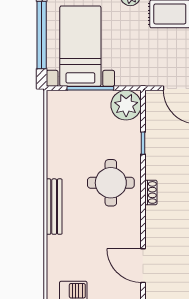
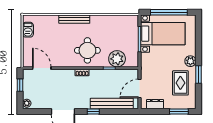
plant: (126, 105) -> (117, 59), moved
door: (143, 266) -> (42, 68), hinge flipped

